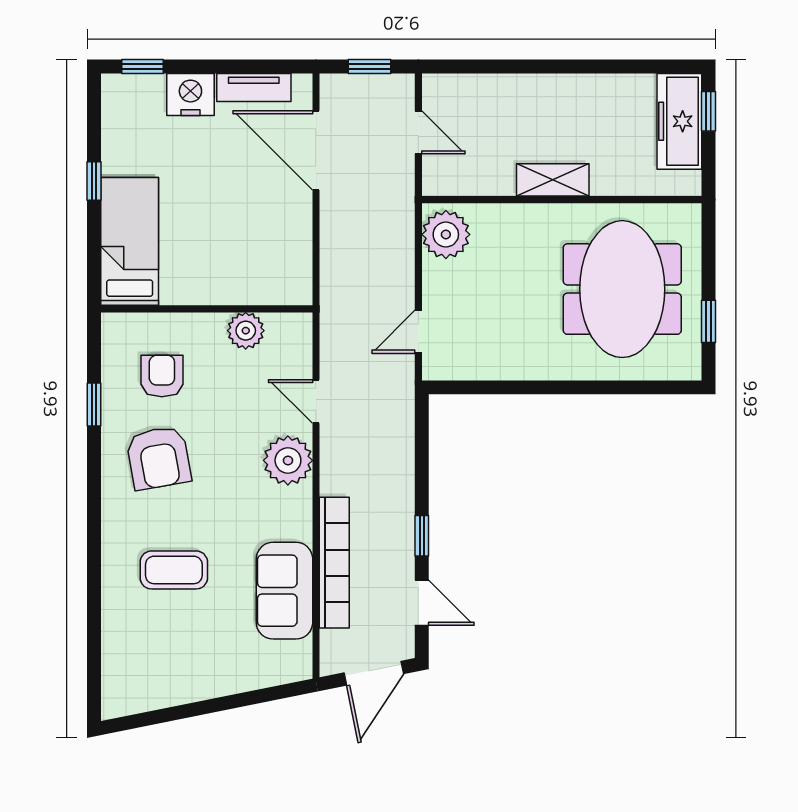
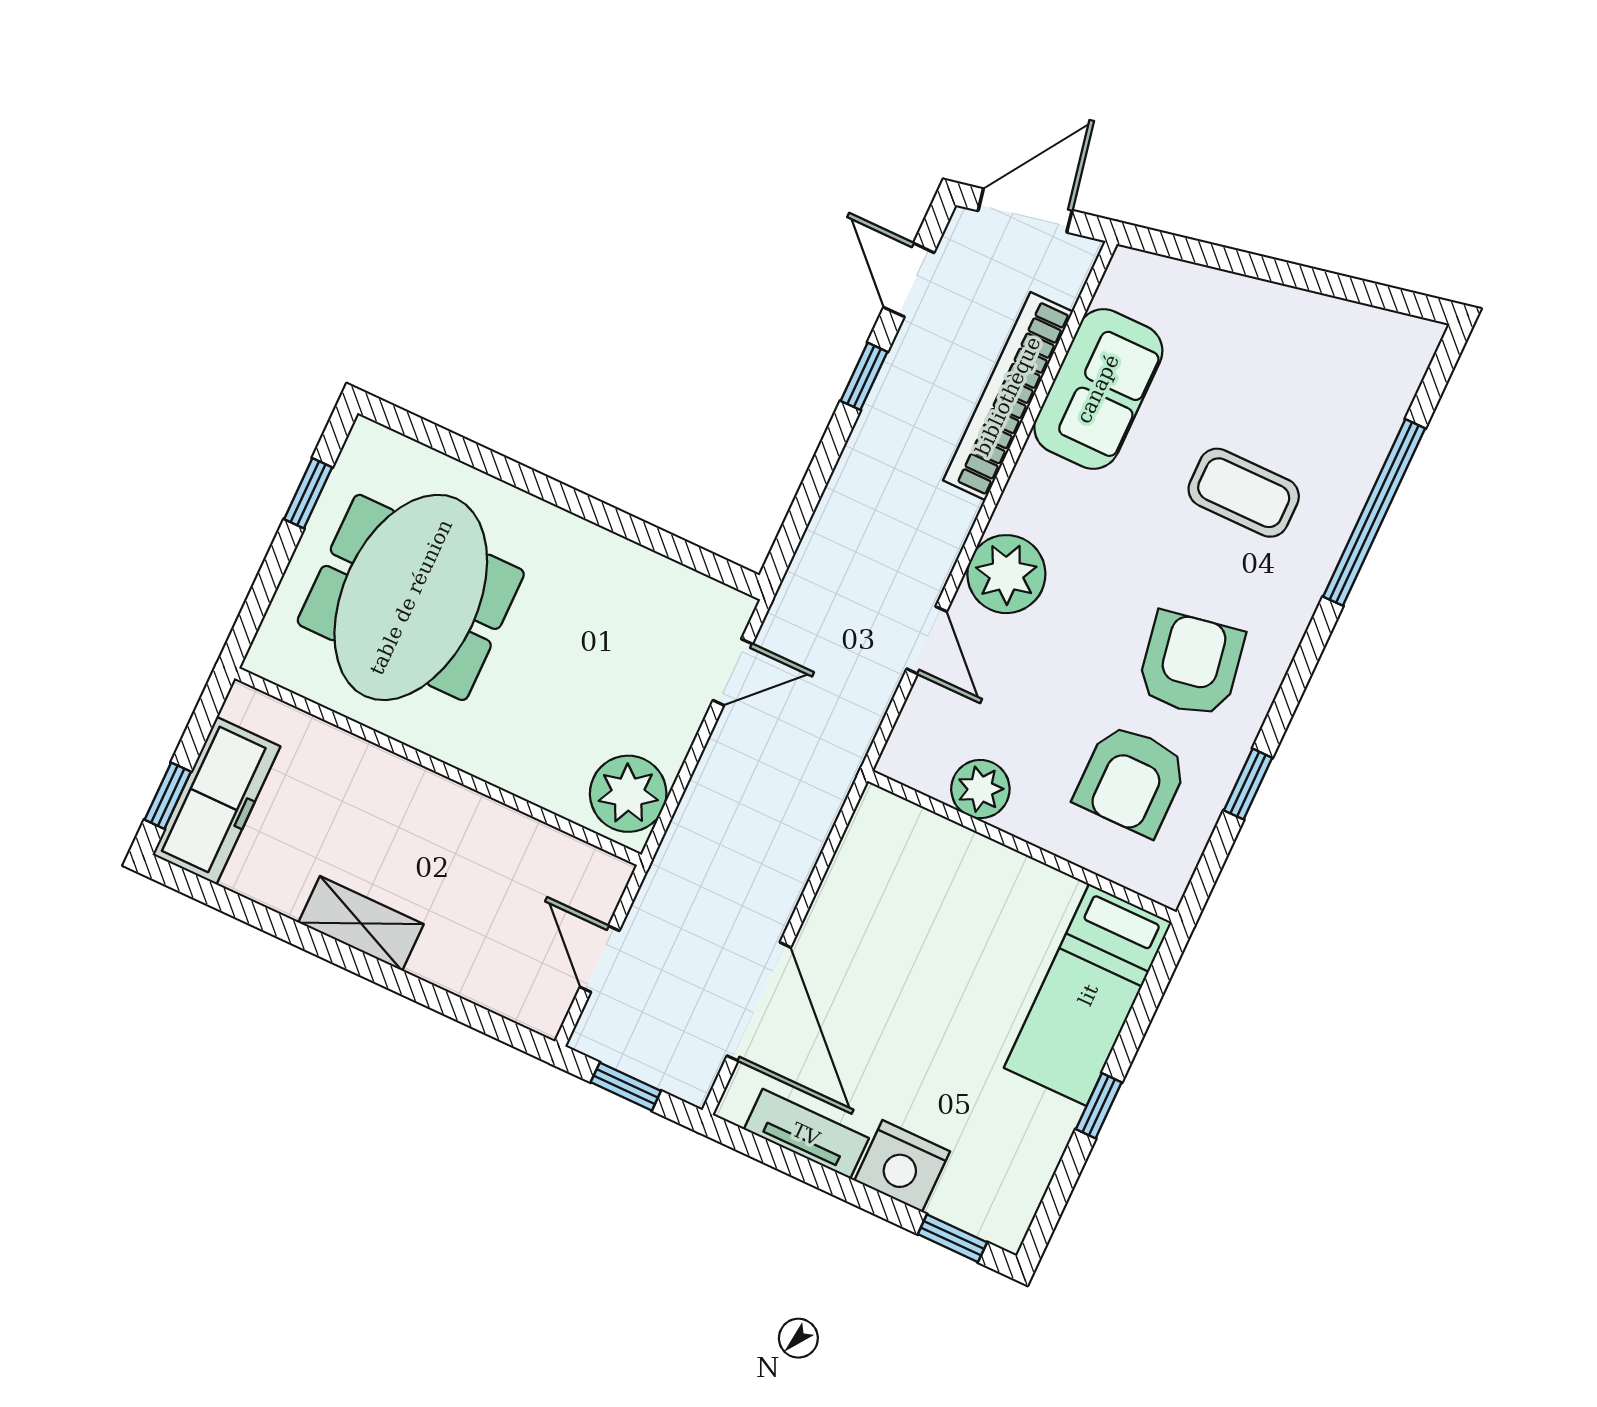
shelving: (553, 180) -> (361, 923), moved
armchair: (162, 376) -> (1131, 780), width x1.38, depth x1.38
window: (94, 593) -> (1374, 512), added

